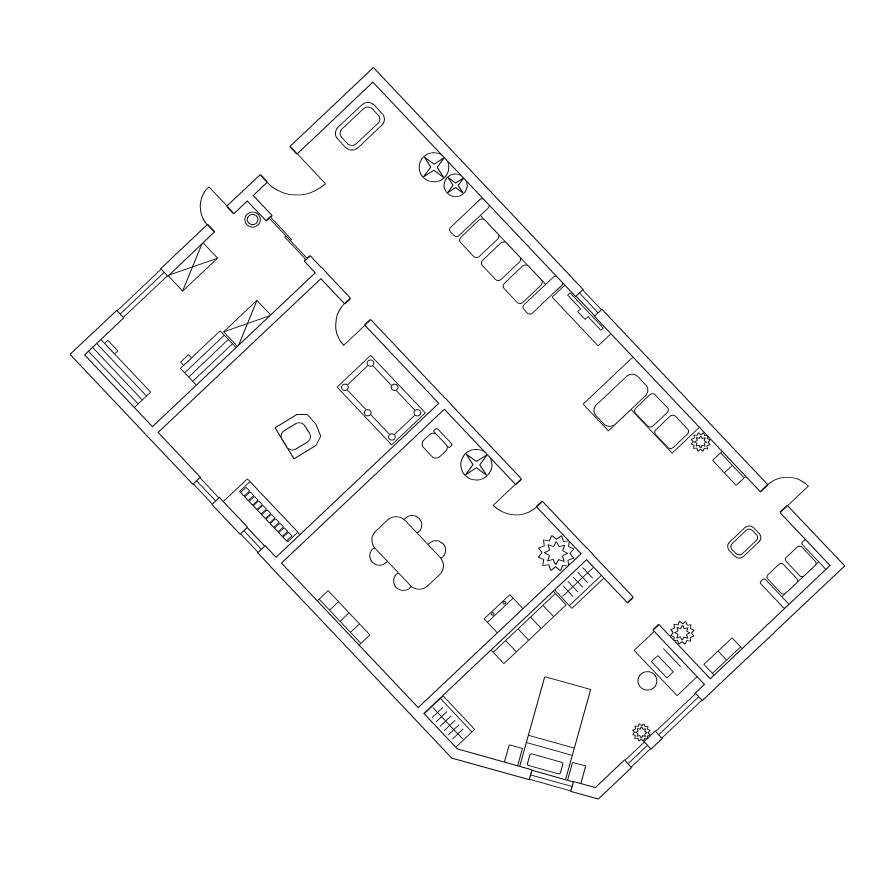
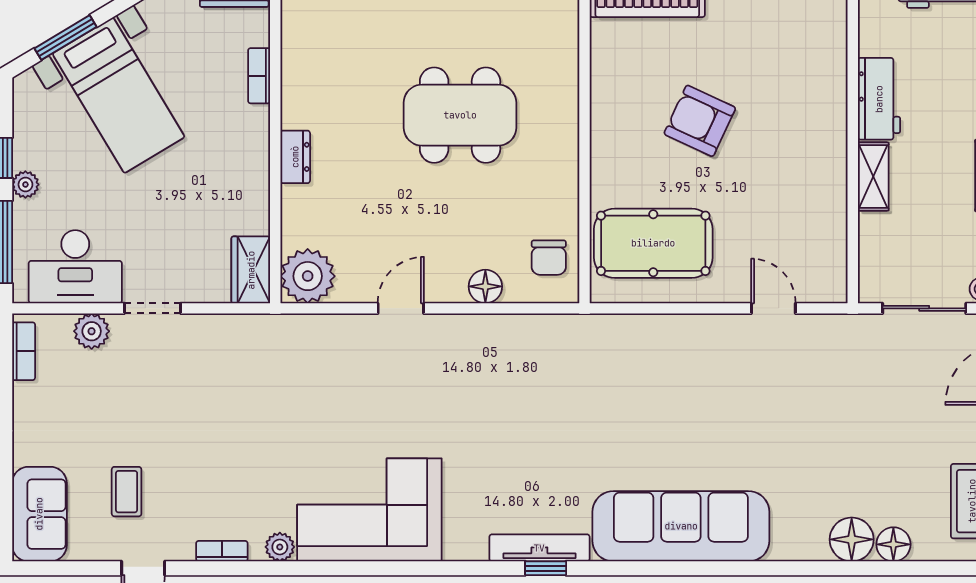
floor lamp: (456, 185) -> (893, 544), moved
armchair: (300, 434) -> (700, 121), turned -77
chair: (436, 444) -> (549, 258), turned 180
floor lamp: (476, 465) -> (485, 286), width x0.73, depth x0.73
bookcase: (528, 627) -> (259, 76), moved, width x0.43, depth x0.76

